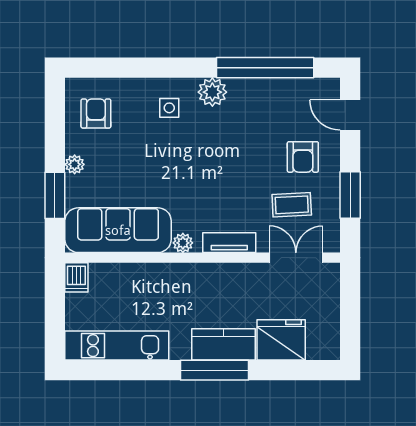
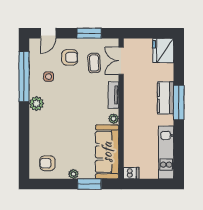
side table: (169, 108) -> (49, 77), moved
fridge: (281, 340) -> (163, 51), moved

